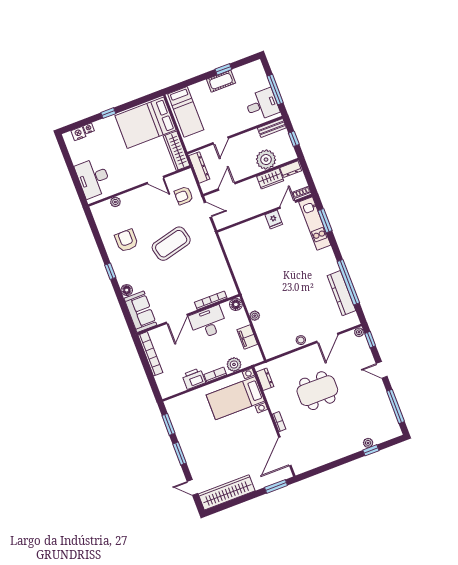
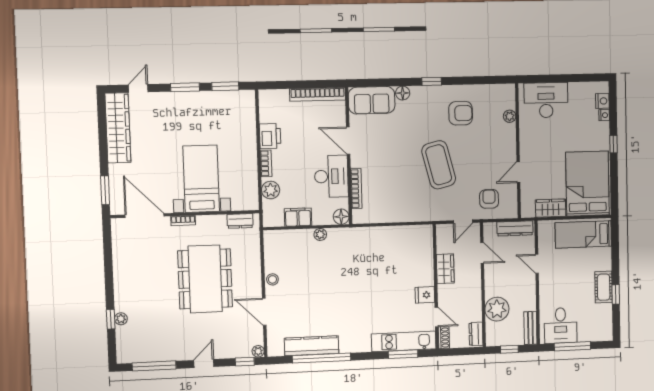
wardrobe: (176, 151) -> (551, 208), width x0.67
wardrobe: (270, 179) -> (445, 269), moved, turned 180
dining table: (317, 391) -> (205, 279), width x1.36, depth x1.24
bed with nightstands: (235, 398) -> (201, 179), moved

